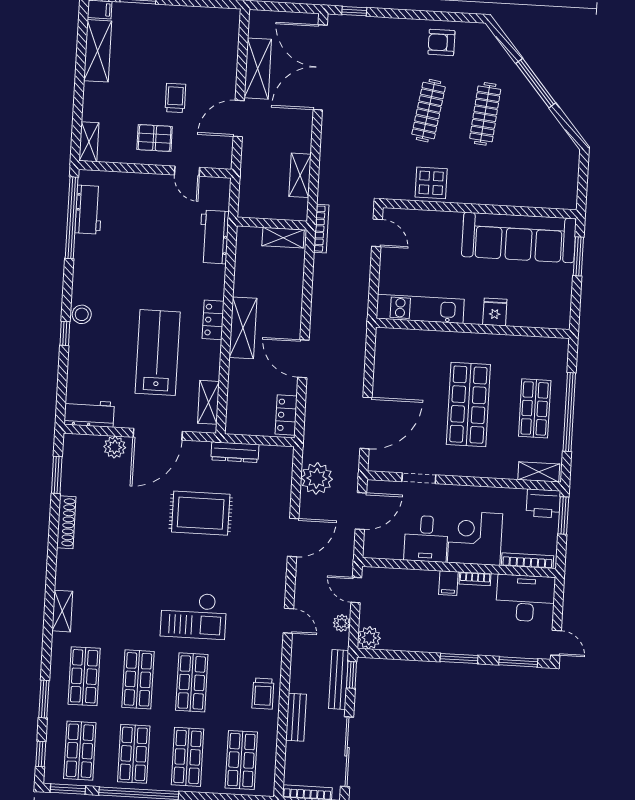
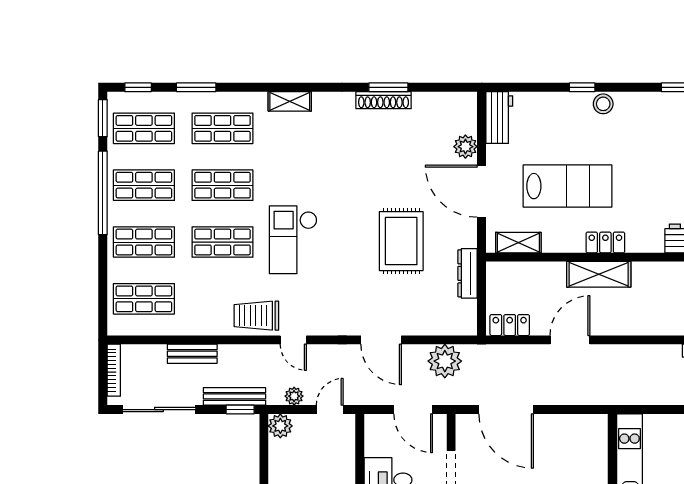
window: (57, 475) -> (388, 87), moved
door: (288, 621) -> (293, 340), hinge flipped
trolley: (263, 694) -> (256, 316), moved, width x1.36, depth x1.39

